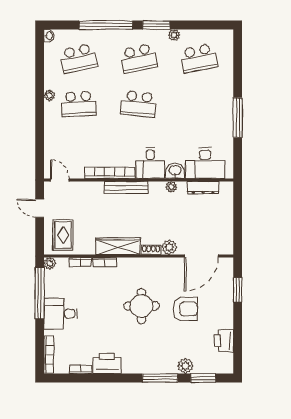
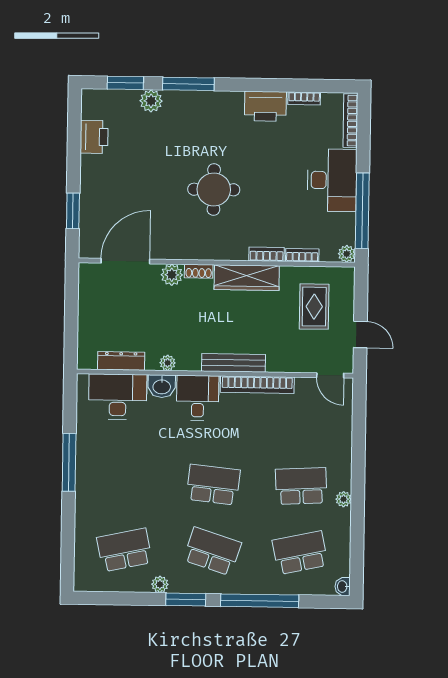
school desk: (139, 58) -> (212, 551), turned 30
rug: (63, 235) -> (314, 307), moved
armchair: (185, 309) -> (150, 184), removed
desk: (61, 314) -> (332, 180), width x1.37

